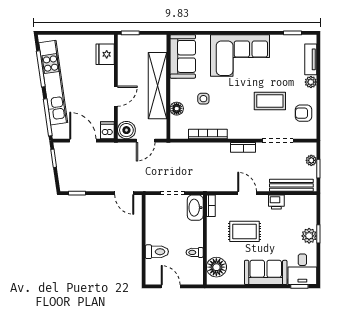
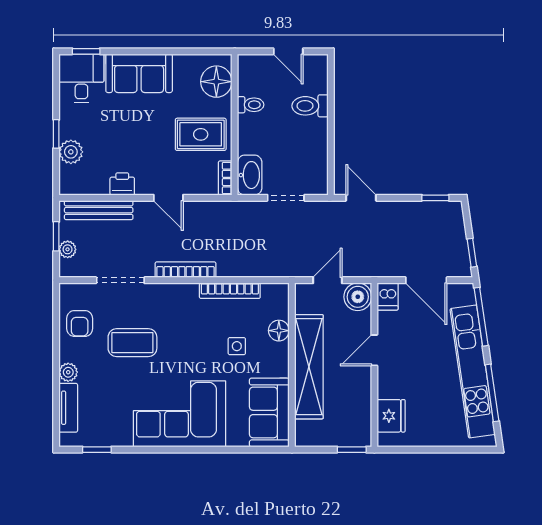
armchair: (304, 113) -> (80, 323), turned 90
bookcase: (243, 147) -> (185, 270), width x1.56
rug: (244, 231) -> (201, 134), moved
plant: (309, 236) -> (71, 152), moved

